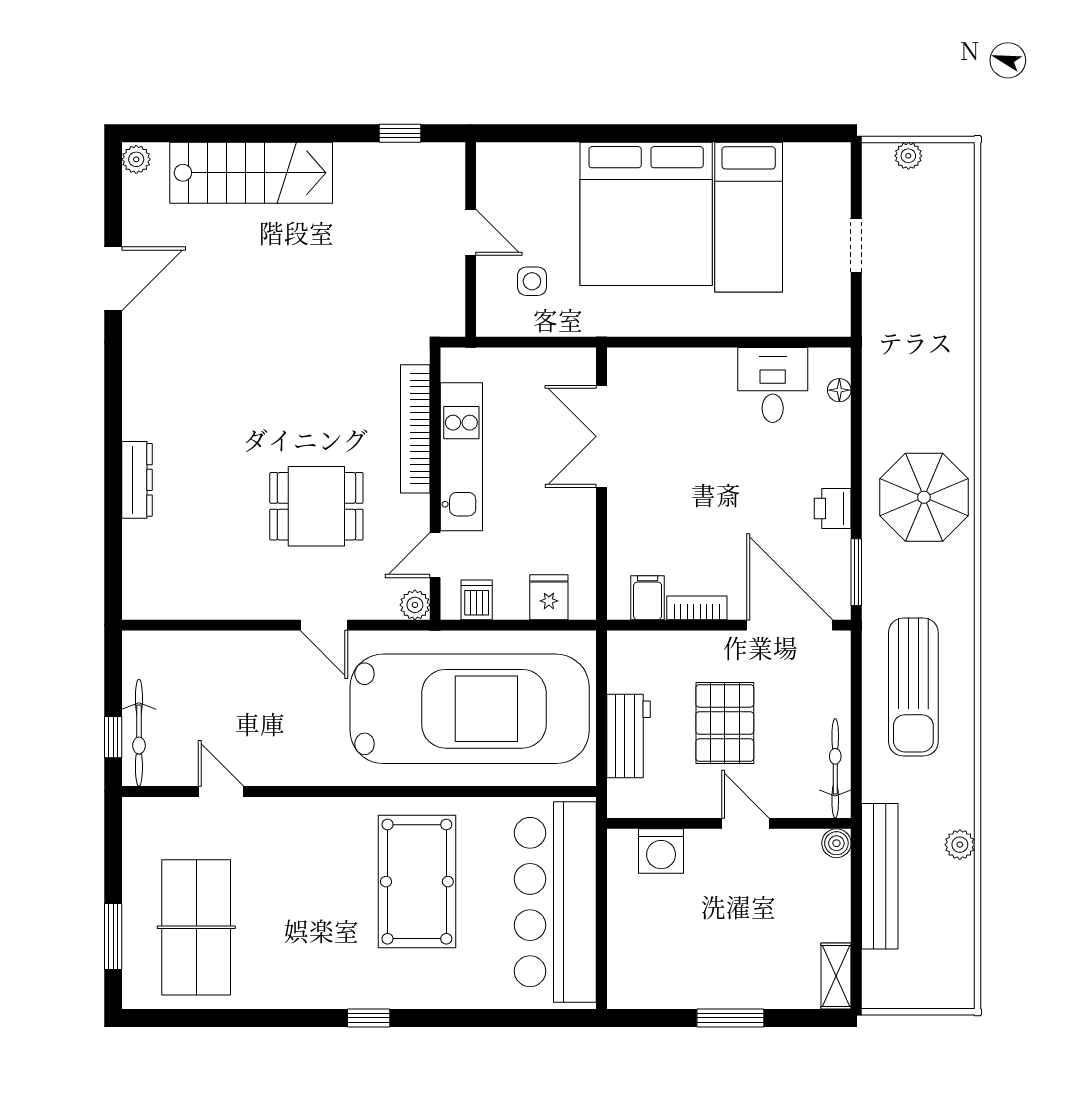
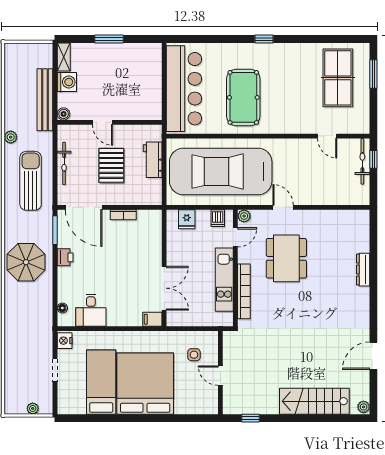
nightstand: (834, 314) -> (65, 341), added
dining table: (316, 506) -> (286, 258), width x1.38
filing cabinet: (648, 598) -> (152, 319), moved, turned 90
bicycle: (835, 768) -> (64, 163), moved
plant: (960, 845) -> (11, 137), moved
washing machine: (661, 851) -> (67, 82), moved, turned 90

